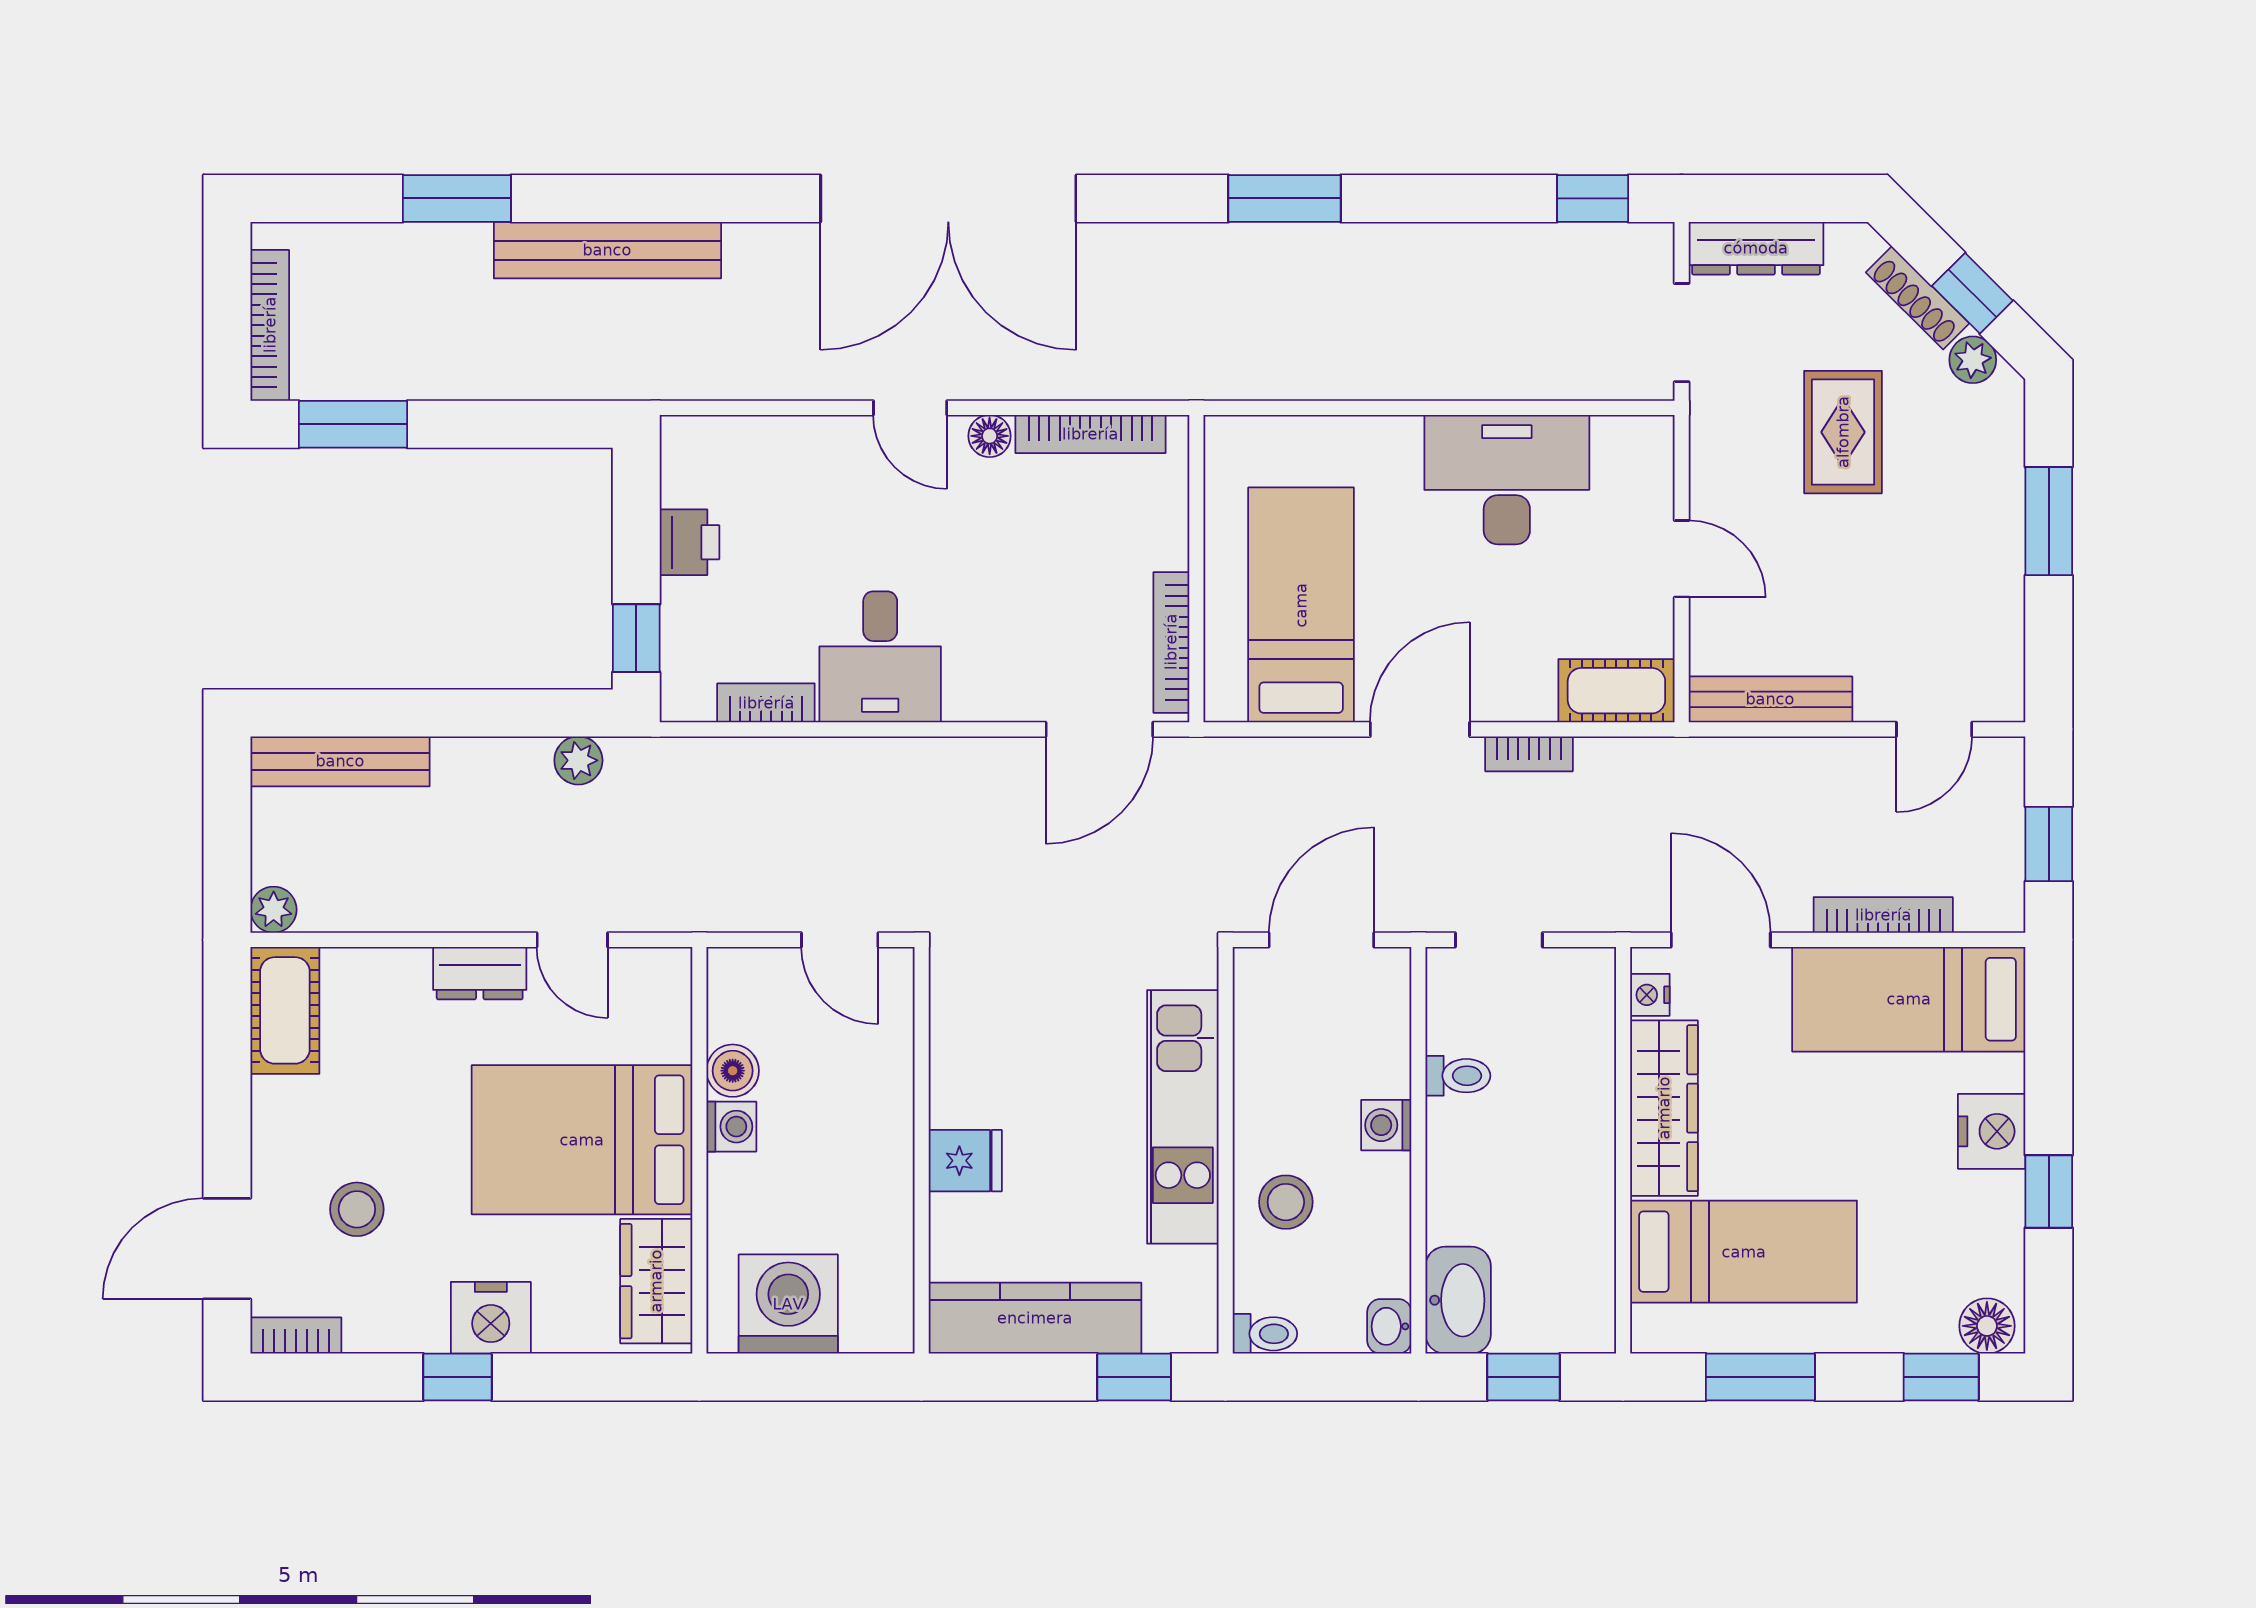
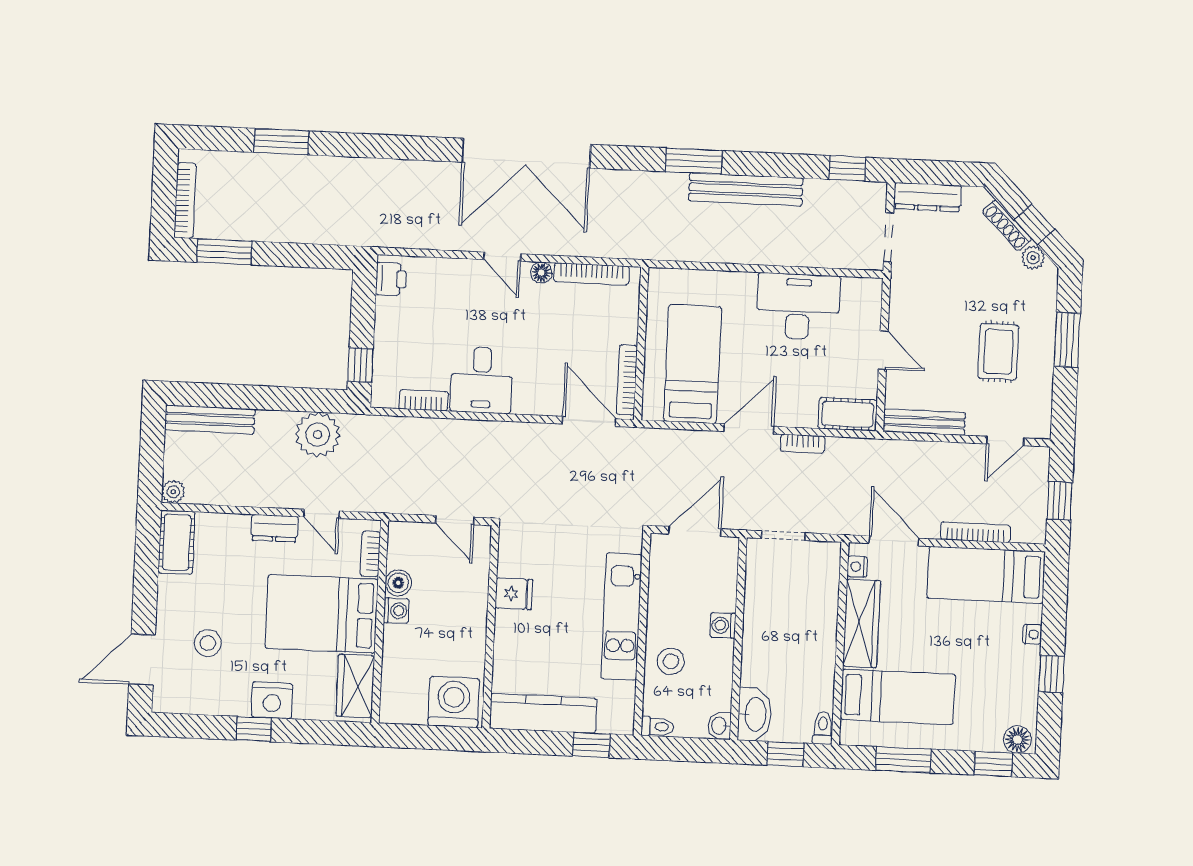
bench: (607, 250) -> (746, 189), moved
rug: (1843, 432) -> (998, 352), moved
printer: (689, 542) -> (391, 279), moved
door: (1099, 729) -> (589, 421), swing flipped
plant: (578, 760) -> (318, 435), width x1.88, depth x1.88
toilet: (1458, 1076) -> (823, 728), moved, turned -90
nightstand: (1992, 1131) -> (1032, 634), width x0.53, depth x0.56
fridge: (965, 1161) -> (514, 594), moved
washing machine: (788, 1304) -> (454, 702), moved
bookcase: (296, 1336) -> (370, 554), moved, turned -90

